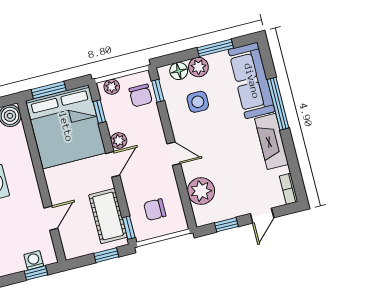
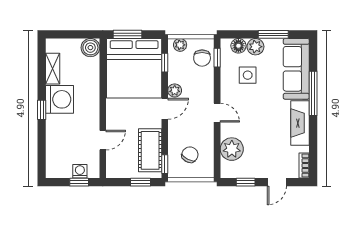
chair: (155, 210) -> (190, 155), turned 118

